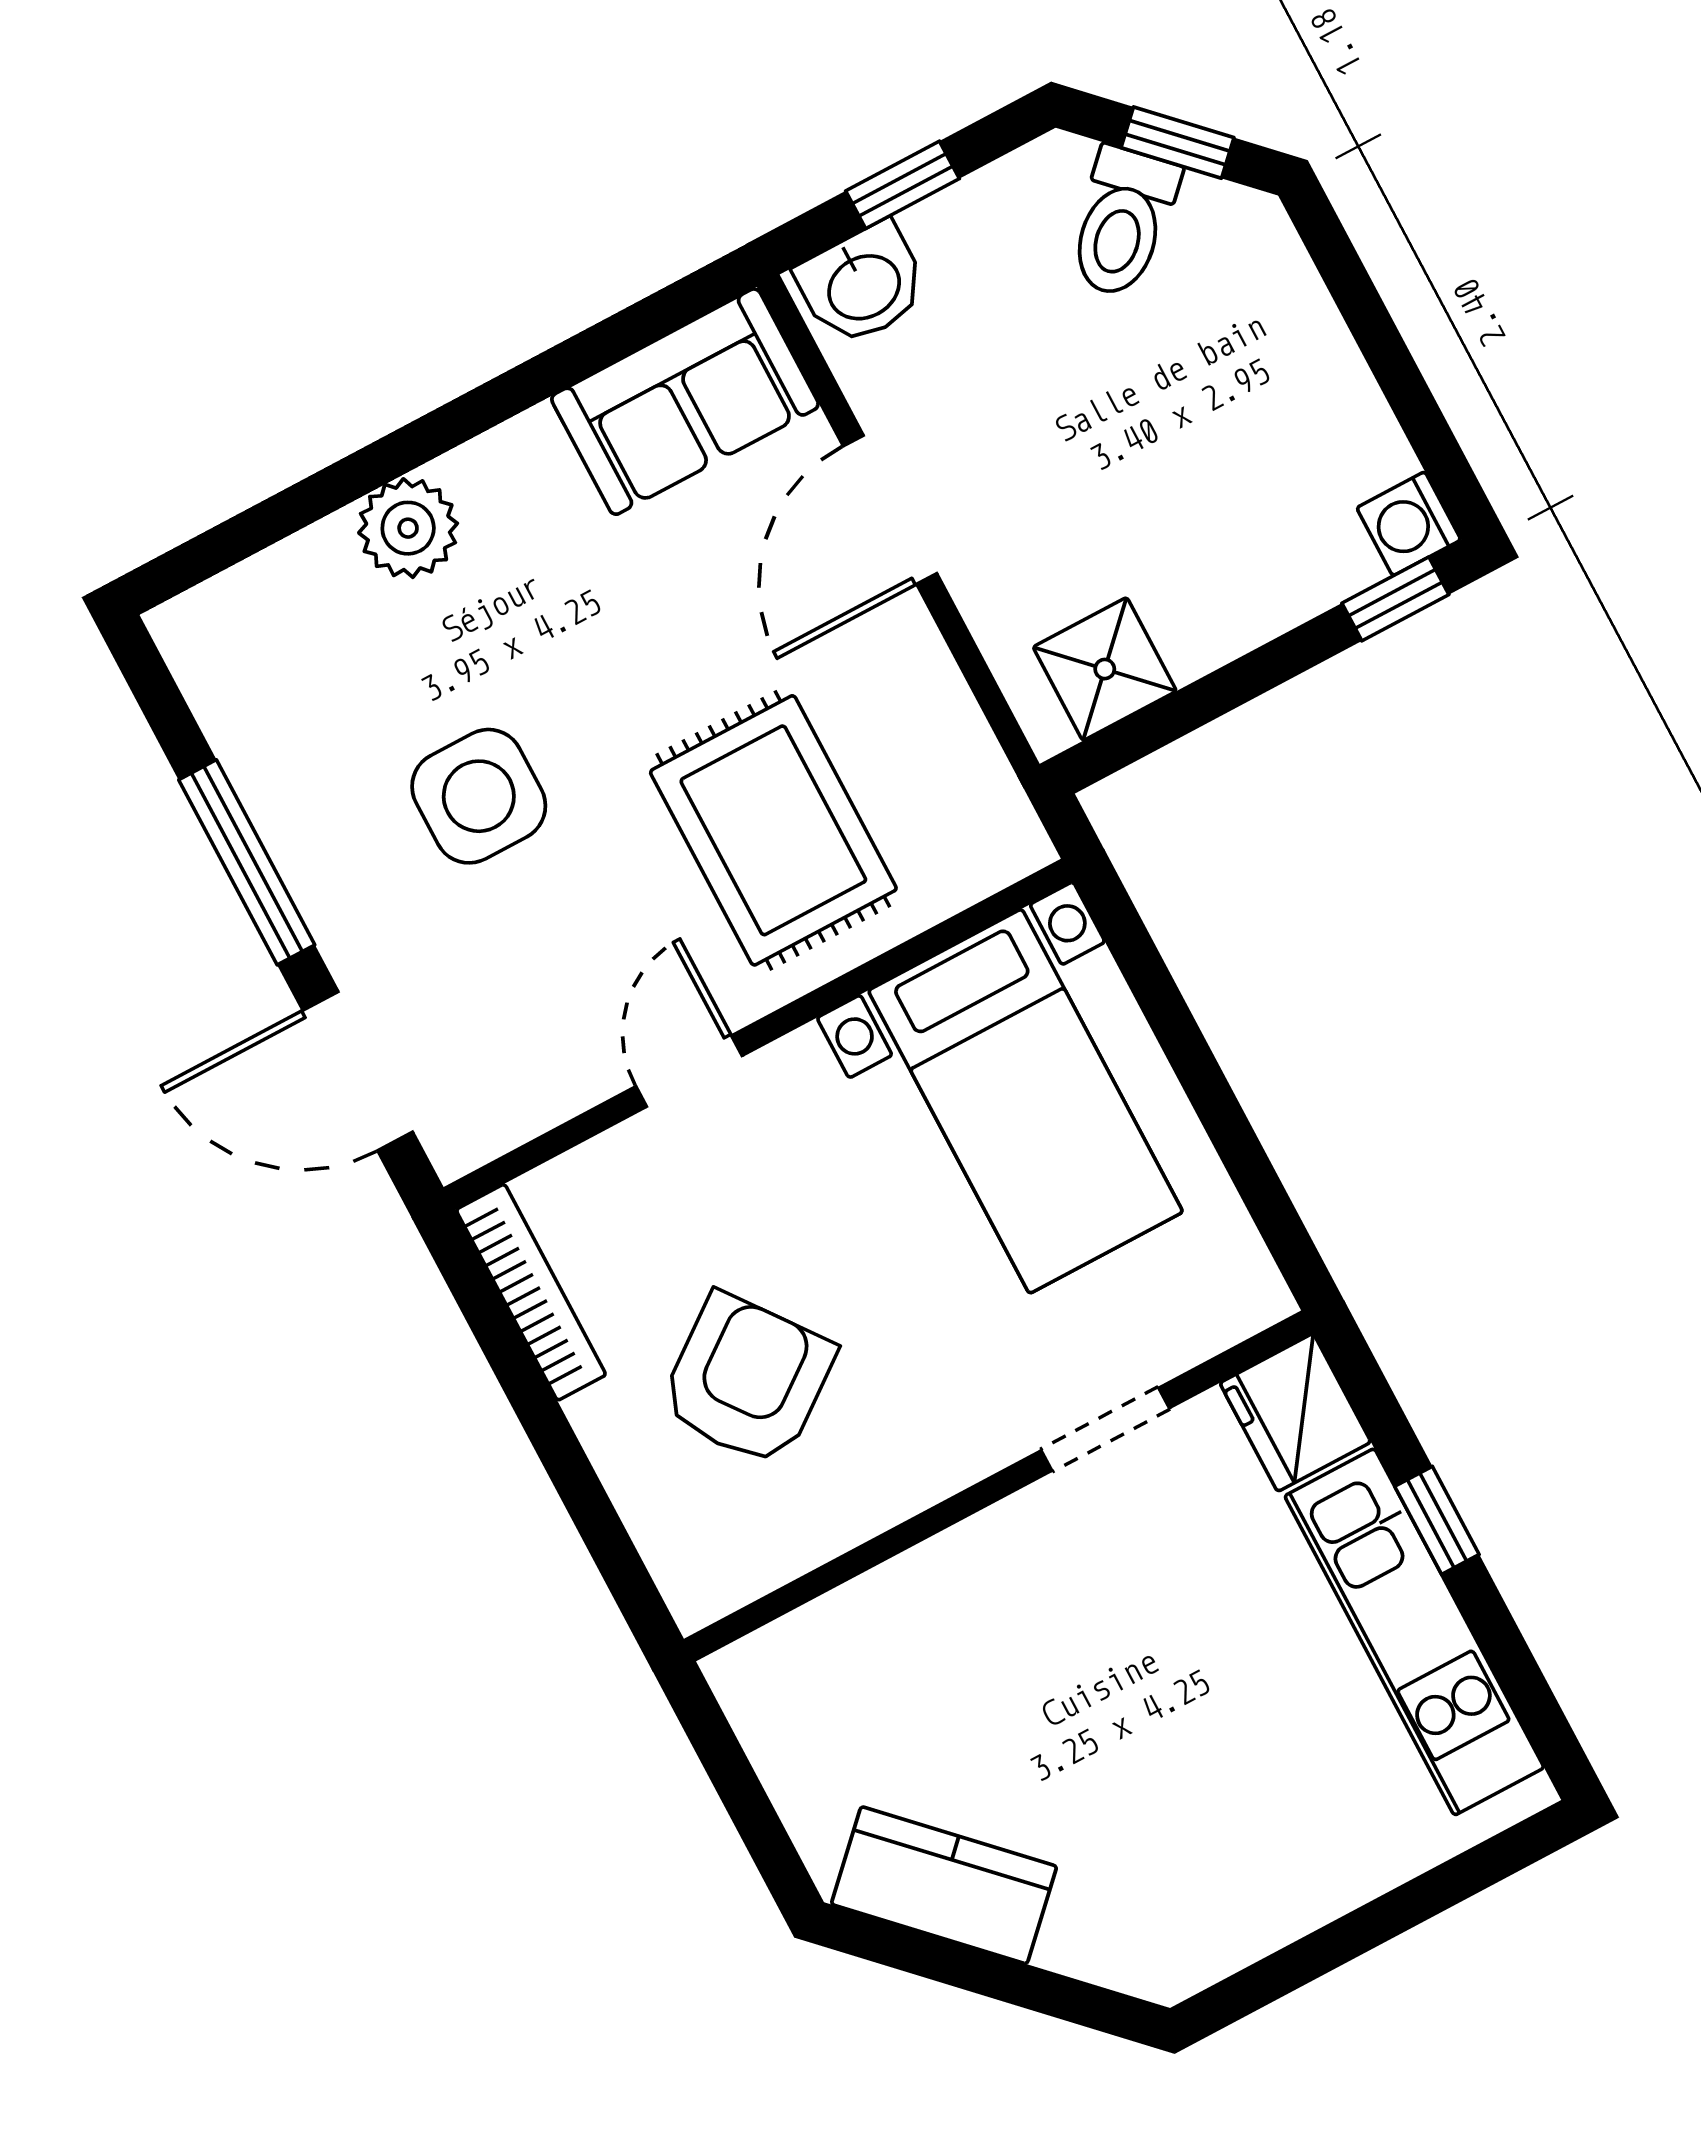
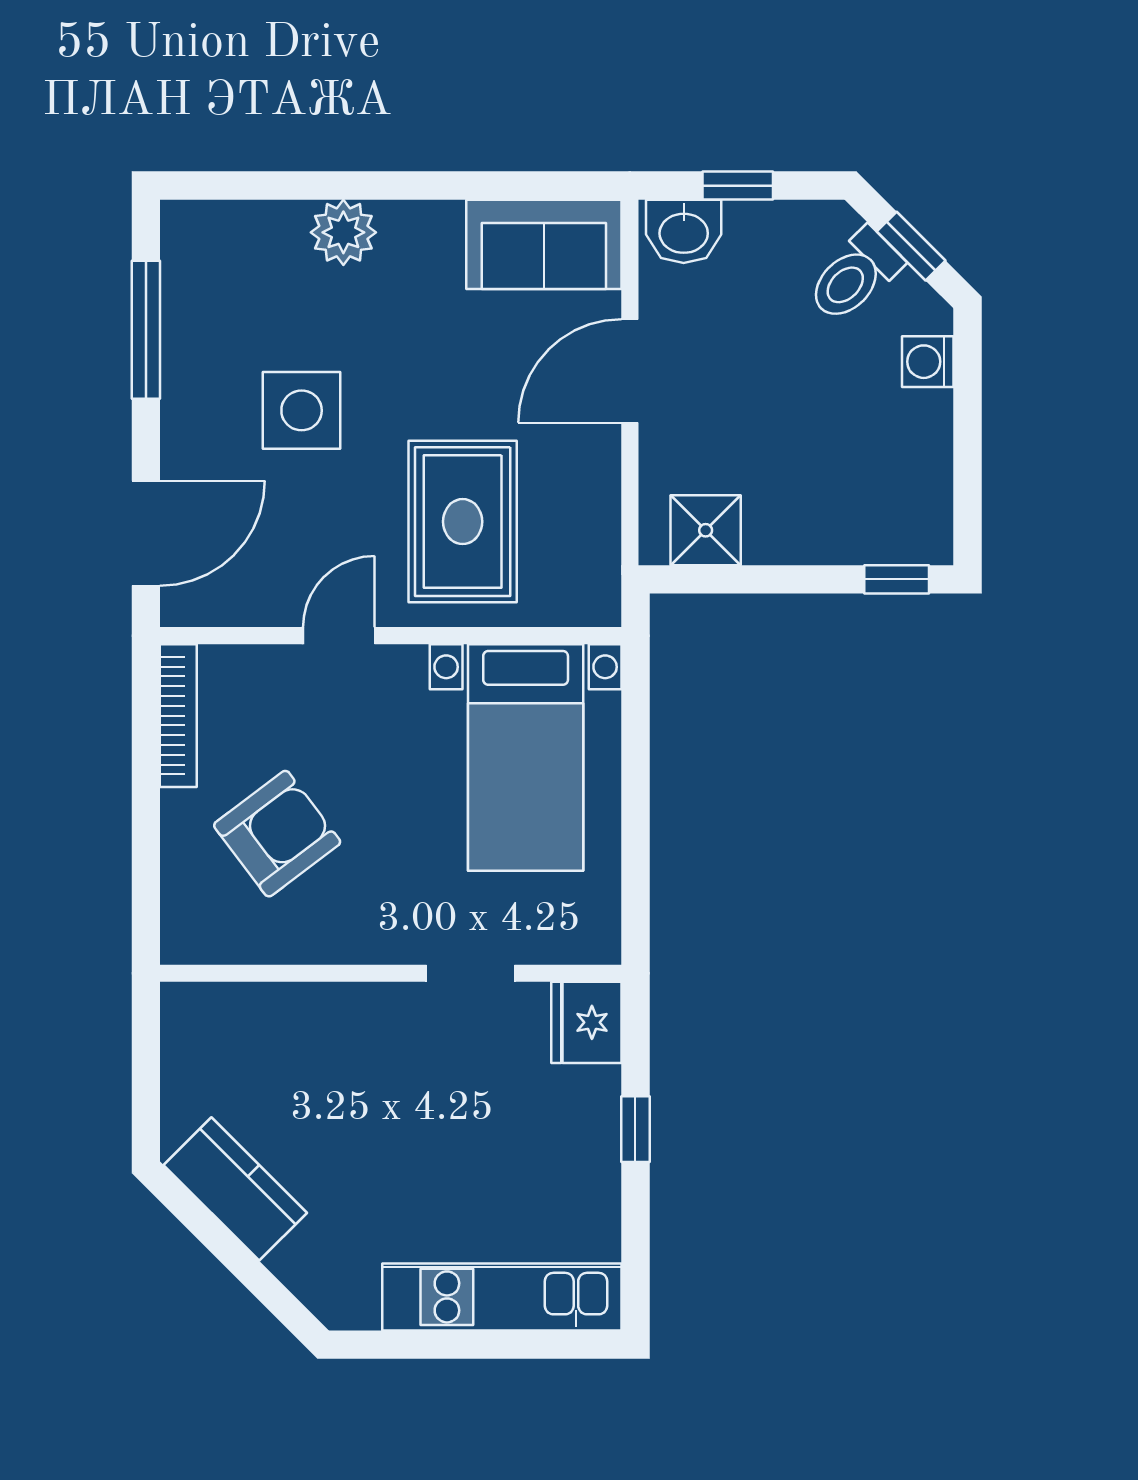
washing machine: (1409, 524) -> (928, 362), moved
window: (247, 862) -> (146, 330), moved
door: (358, 1071) -> (146, 533), swing flipped
kitchen unit: (1414, 1632) -> (502, 1297), moved, turned 90

